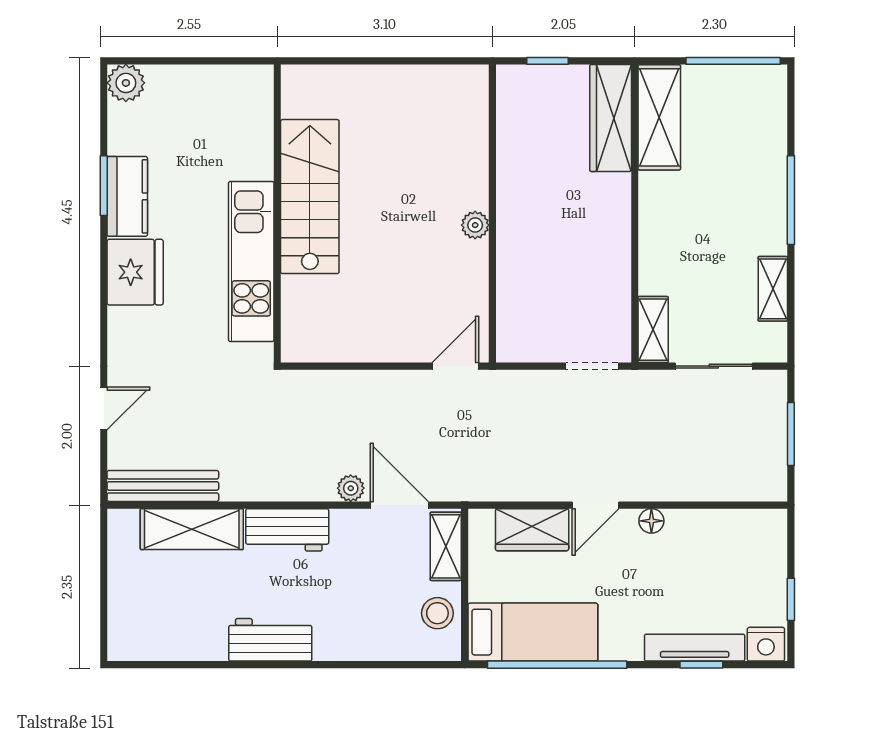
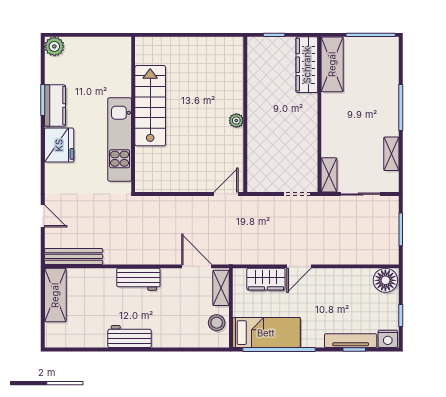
door: (104, 408) -> (43, 216), hinge flipped
plant: (351, 488) -> (171, 258), removed
floor lamp: (651, 521) -> (385, 280), moved, width x1.89, depth x1.89
shelving: (192, 529) -> (55, 295), moved, turned 90

